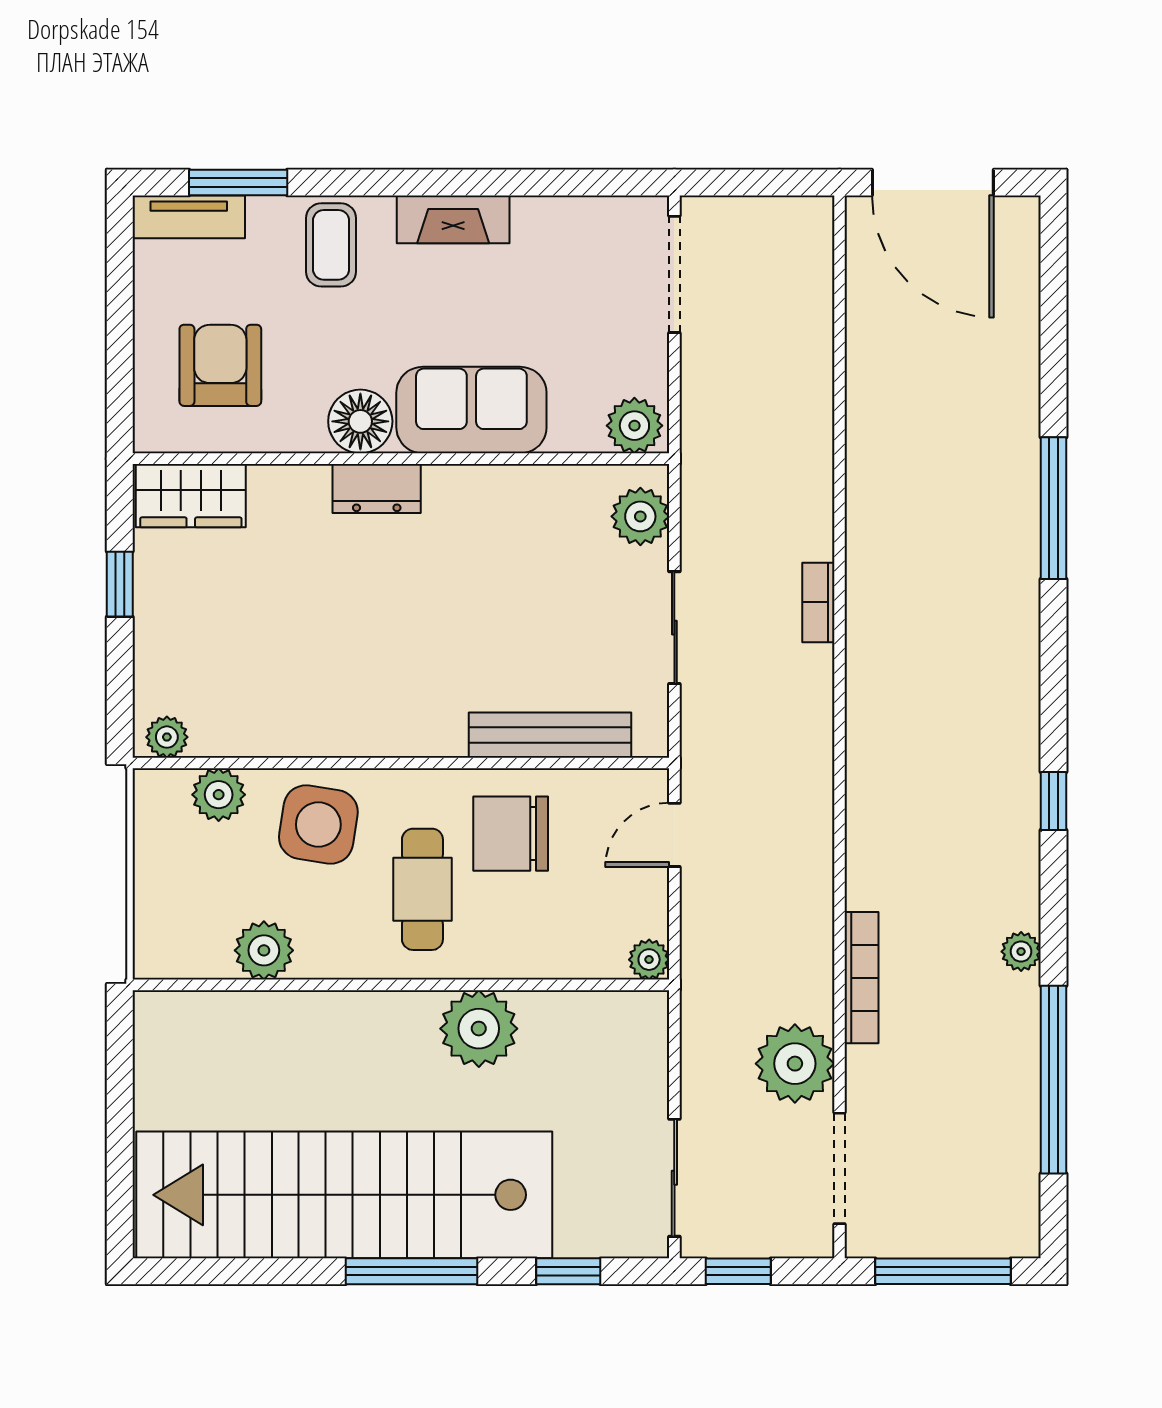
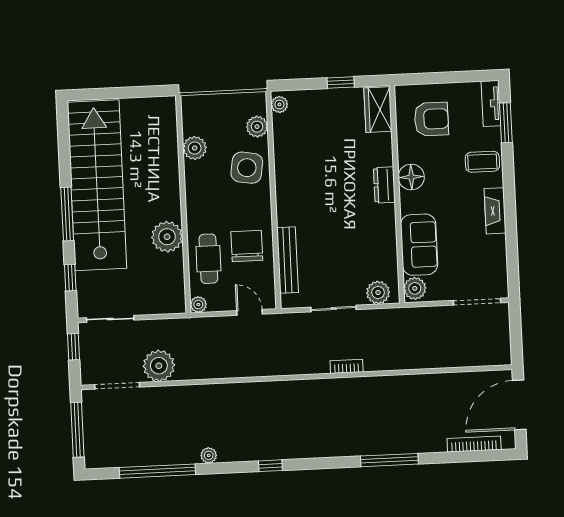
sofa: (471, 410) -> (419, 245), moved
cafe table: (422, 889) -> (208, 259), moved, turned 90
bookcase: (861, 978) -> (474, 444), moved, turned 180

